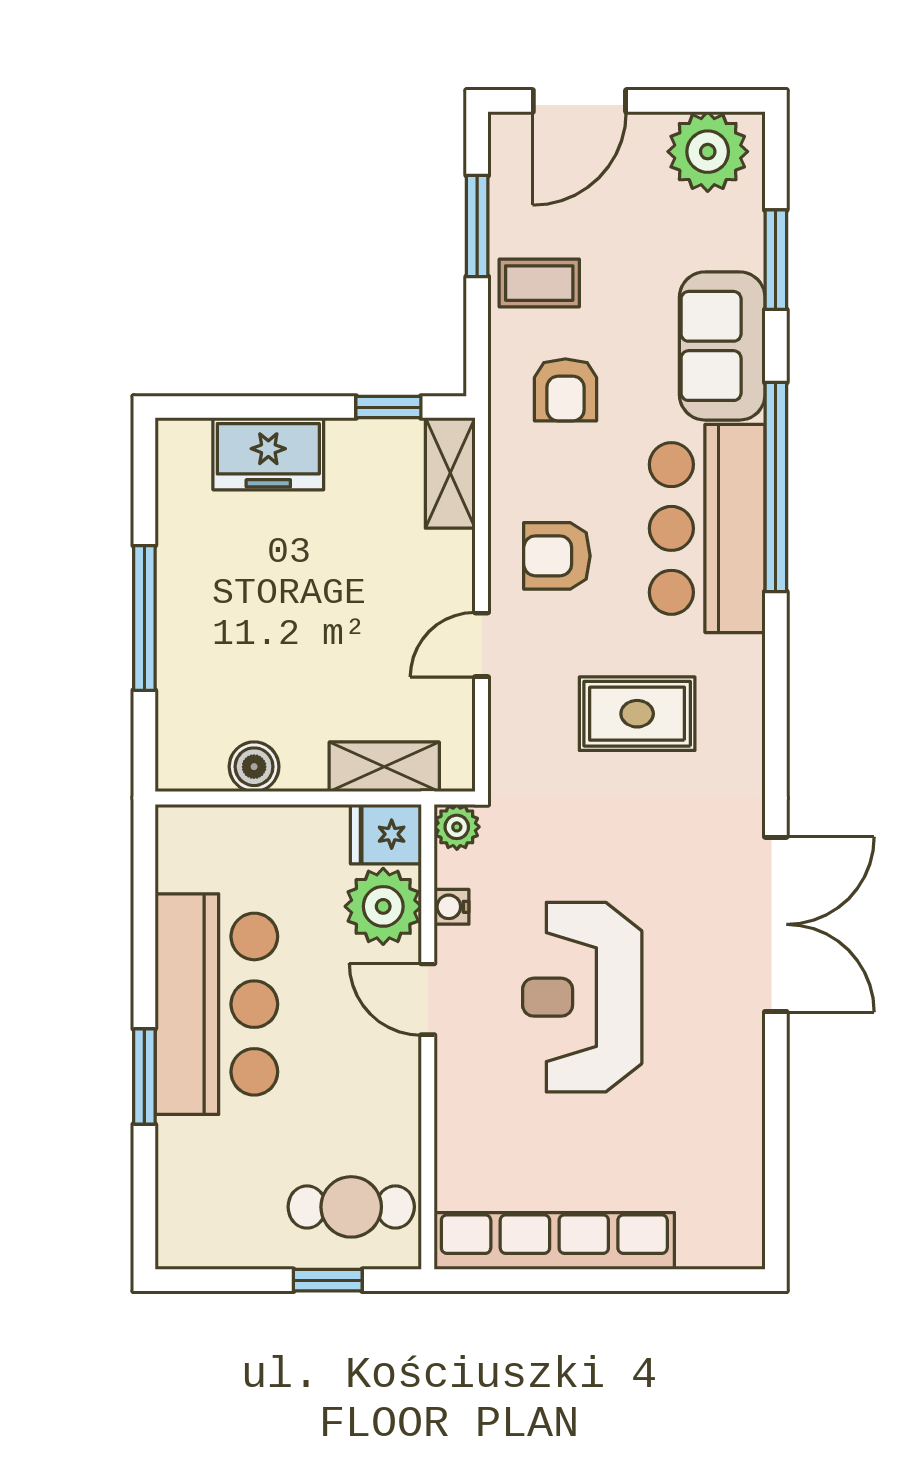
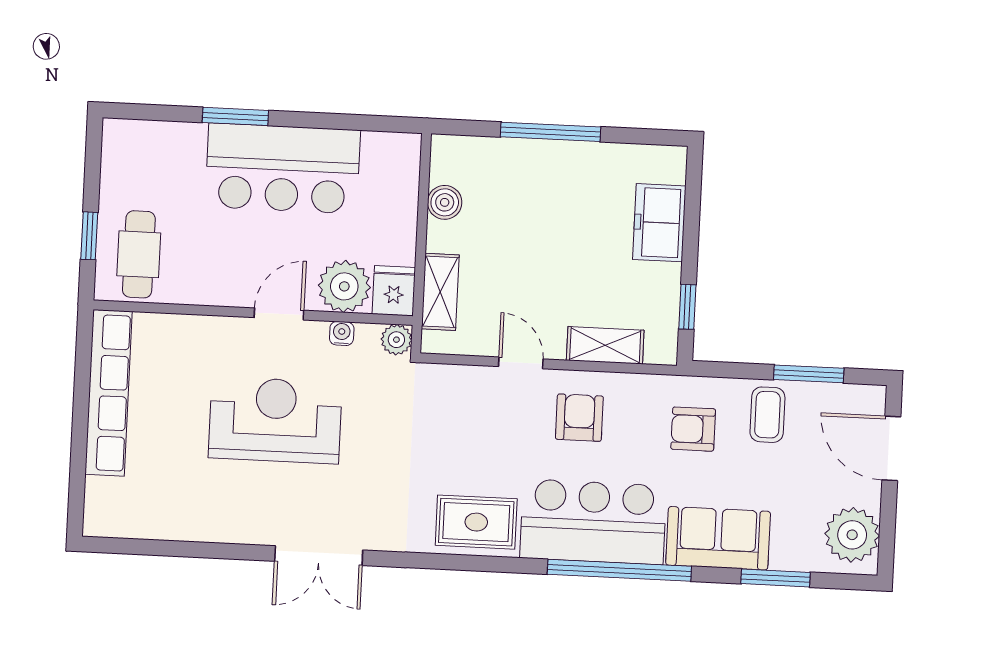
shelving: (450, 473) -> (605, 345), moved
rug: (637, 714) -> (476, 522), moved, turned 90
double door: (776, 924) -> (319, 556), width x0.73

